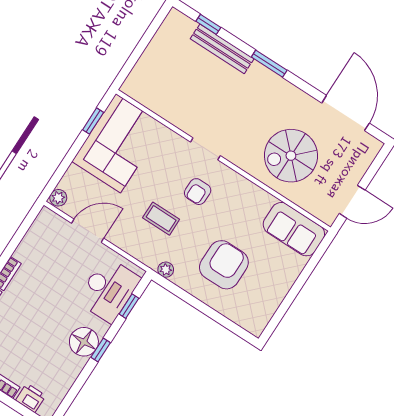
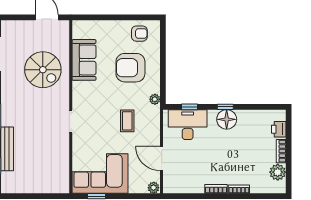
armchair: (198, 192) -> (139, 34), moved
sofa: (294, 229) -> (84, 60), moved

